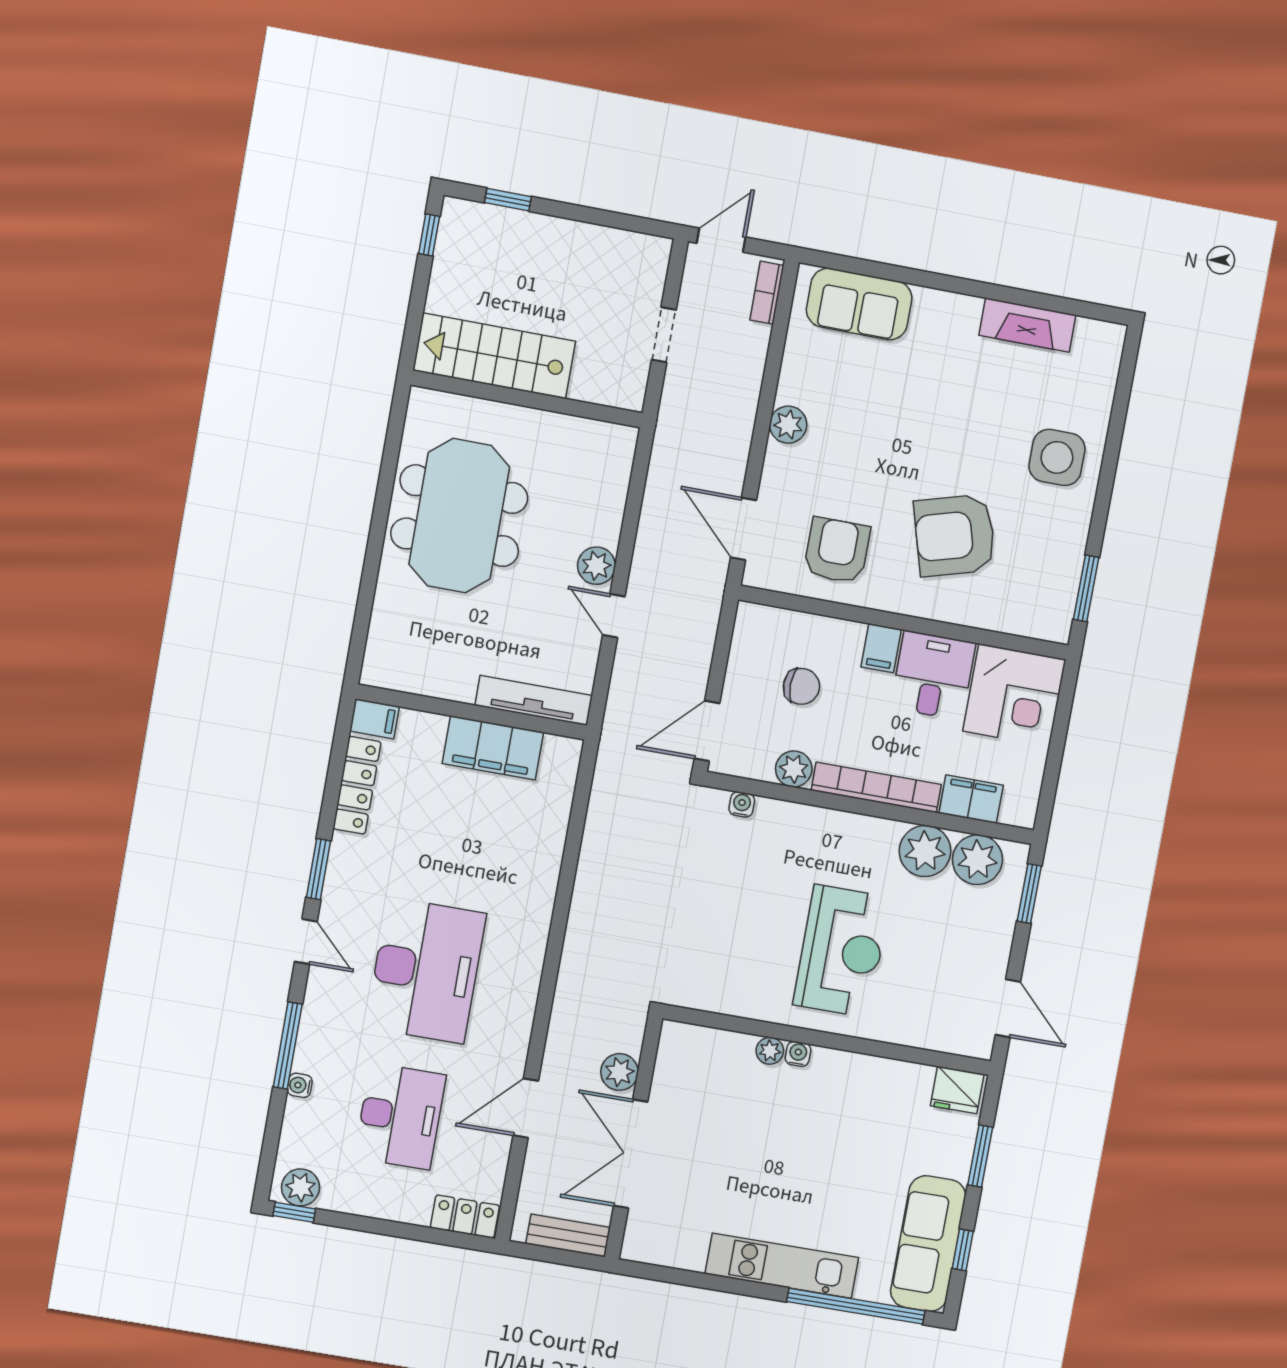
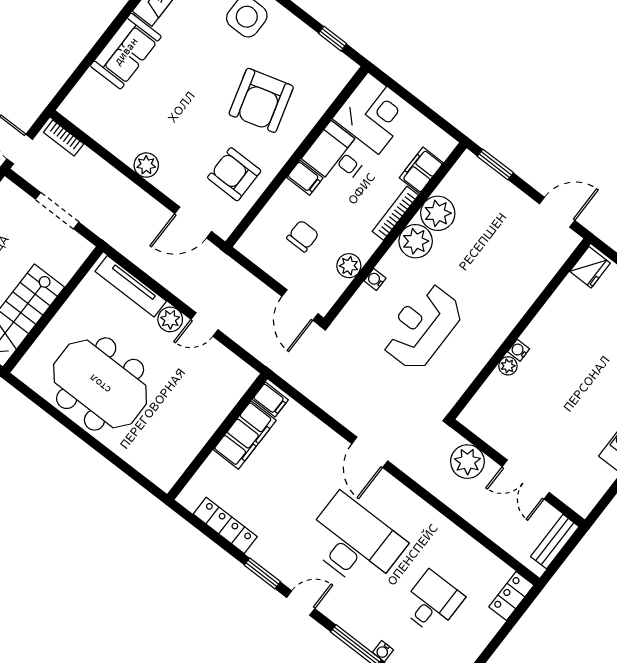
sofa: (859, 304) -> (126, 51), moved
doorway: (664, 335) -> (57, 211), width x1.38
window: (1086, 588) -> (332, 39), width x0.67
tv unit: (534, 700) -> (131, 286), moved, turned -90
filing cabinet: (375, 719) -> (270, 399), moved, turned 90
bookcase: (876, 787) -> (395, 213), width x0.68, depth x0.76
water cooler: (742, 804) -> (375, 280), moved
plant: (977, 860) -> (416, 241), moved
reception desk: (841, 951) -> (422, 327), moved, turned -90
plant: (619, 1072) -> (467, 462), width x1.36, depth x1.36
door: (526, 1108) -> (370, 452), moved
desk: (400, 1116) -> (432, 602), width x0.73
double door: (631, 1154) -> (526, 480), width x0.73

